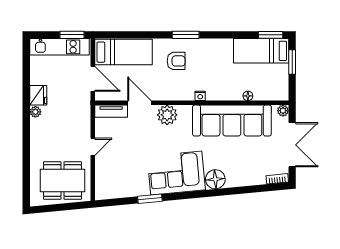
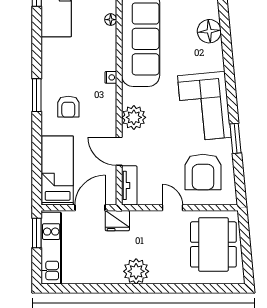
armchair: (176, 61) -> (68, 107), turned 180
fridge: (38, 95) -> (117, 221), moved, turned 180
door: (139, 103) -> (119, 151), hinge flipped
plant: (35, 112) -> (136, 271), width x1.87, depth x1.87
armchair: (122, 172) -> (203, 172), added
floor lamp: (215, 179) -> (209, 31), moved

